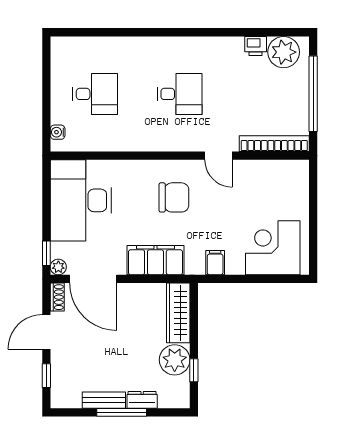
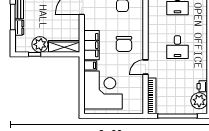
corner desk: (273, 248) -> (103, 90), width x1.36, depth x1.36
filing cabinet: (155, 260) -> (91, 45), moved

